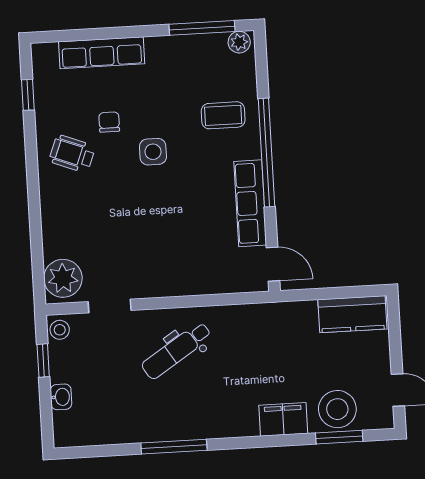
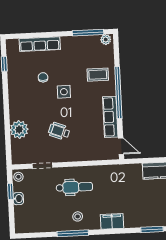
wheelchair: (72, 154) -> (59, 131), moved
plant: (63, 278) -> (19, 129), moved
dental chair: (176, 350) -> (74, 187), turned -147
washbasin: (61, 397) -> (18, 199), moved
stool: (337, 409) -> (78, 216), moved, width x0.53, depth x0.53
filing cabinet: (283, 419) -> (112, 221), moved

